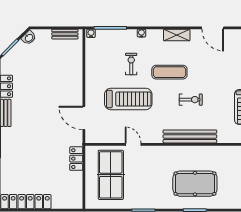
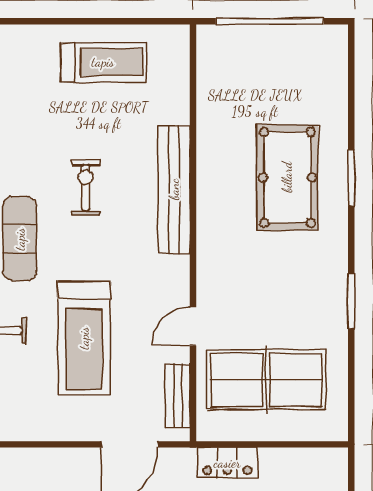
treadmill: (128, 99) -> (84, 338), turned 180
bench: (104, 138) -> (178, 396), added

